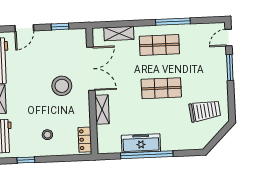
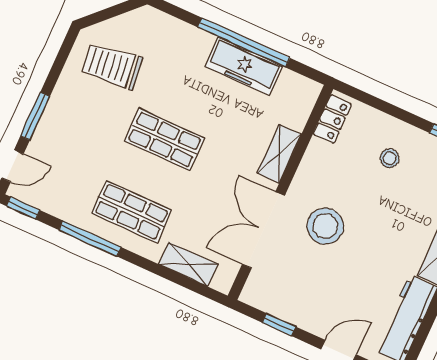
window: (213, 20) -> (23, 208), added

